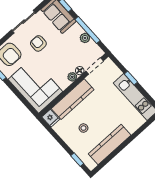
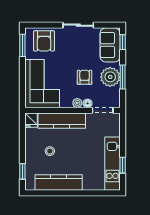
window: (88, 30) -> (123, 77), width x0.69
plant: (85, 38) -> (110, 77), width x1.88, depth x1.88
armchair: (38, 43) -> (85, 77), moved
window: (131, 78) -> (123, 165), moved

